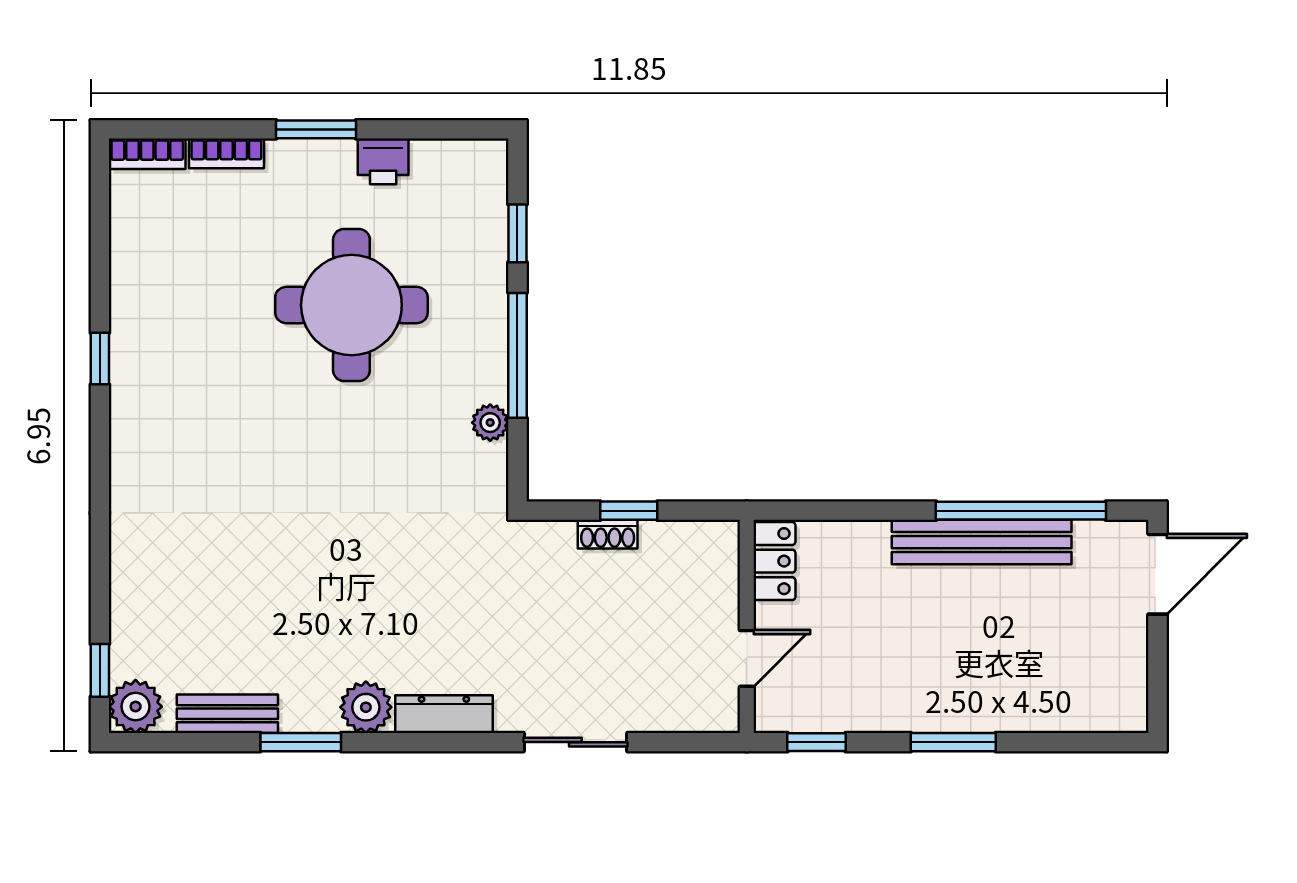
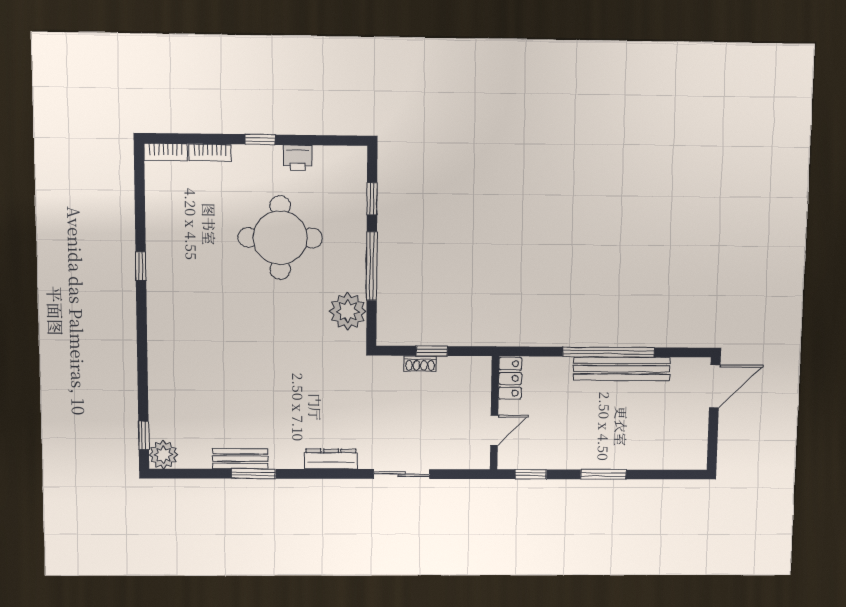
window: (316, 129) -> (260, 140), width x0.67
plant: (490, 423) -> (348, 311), width x1.88, depth x1.88
window: (1021, 511) -> (609, 352), moved
plant: (366, 707) -> (289, 455), removed
bench: (227, 714) -> (240, 459), moved

